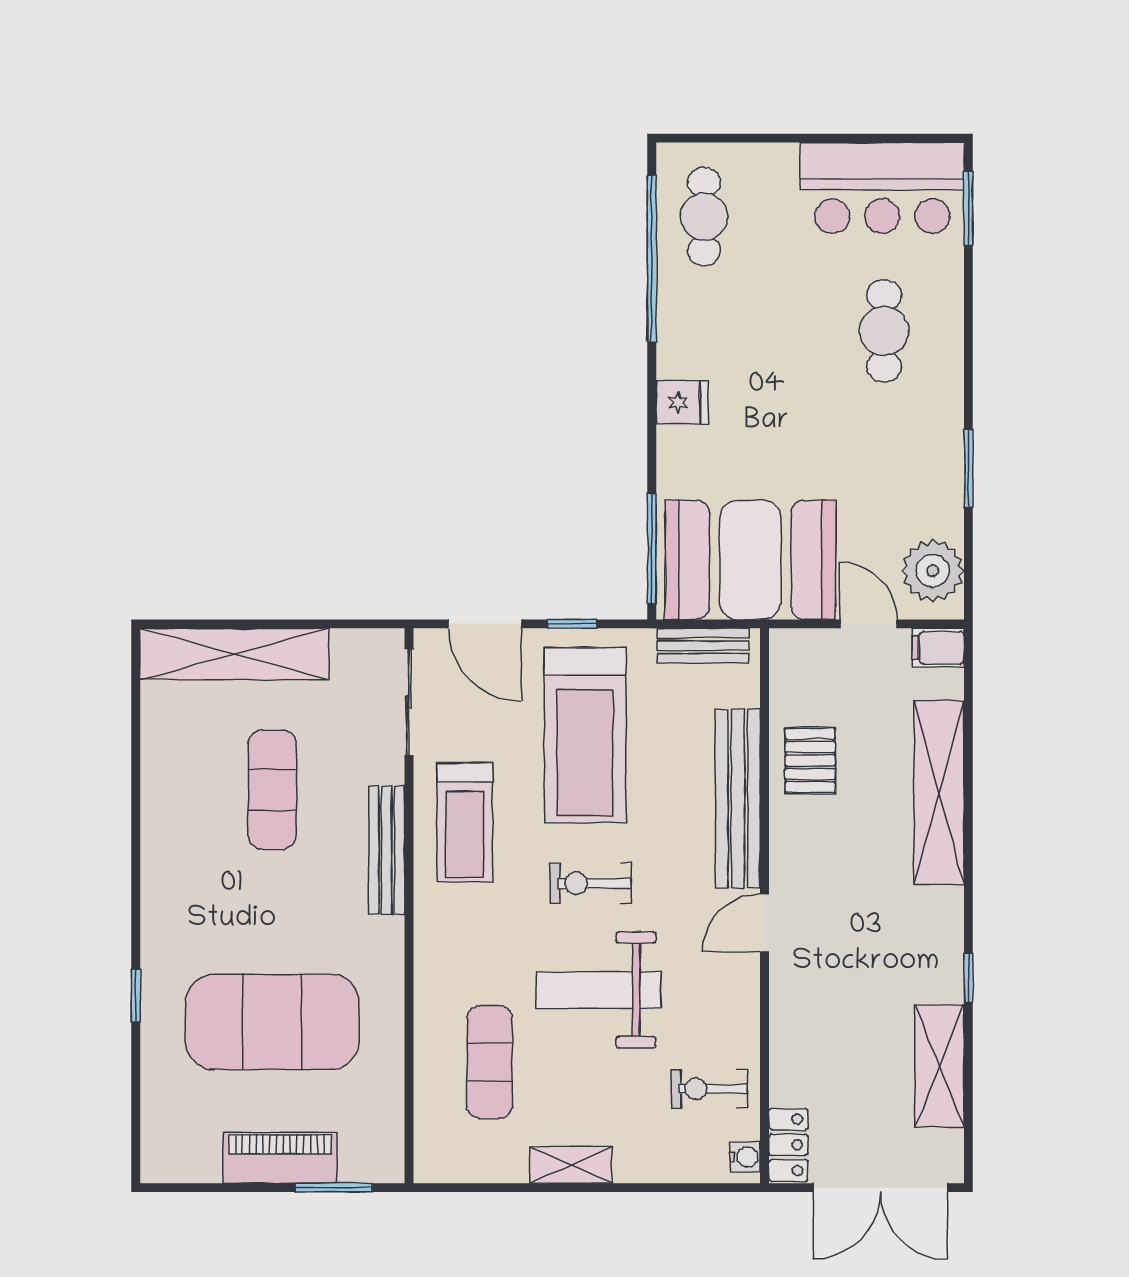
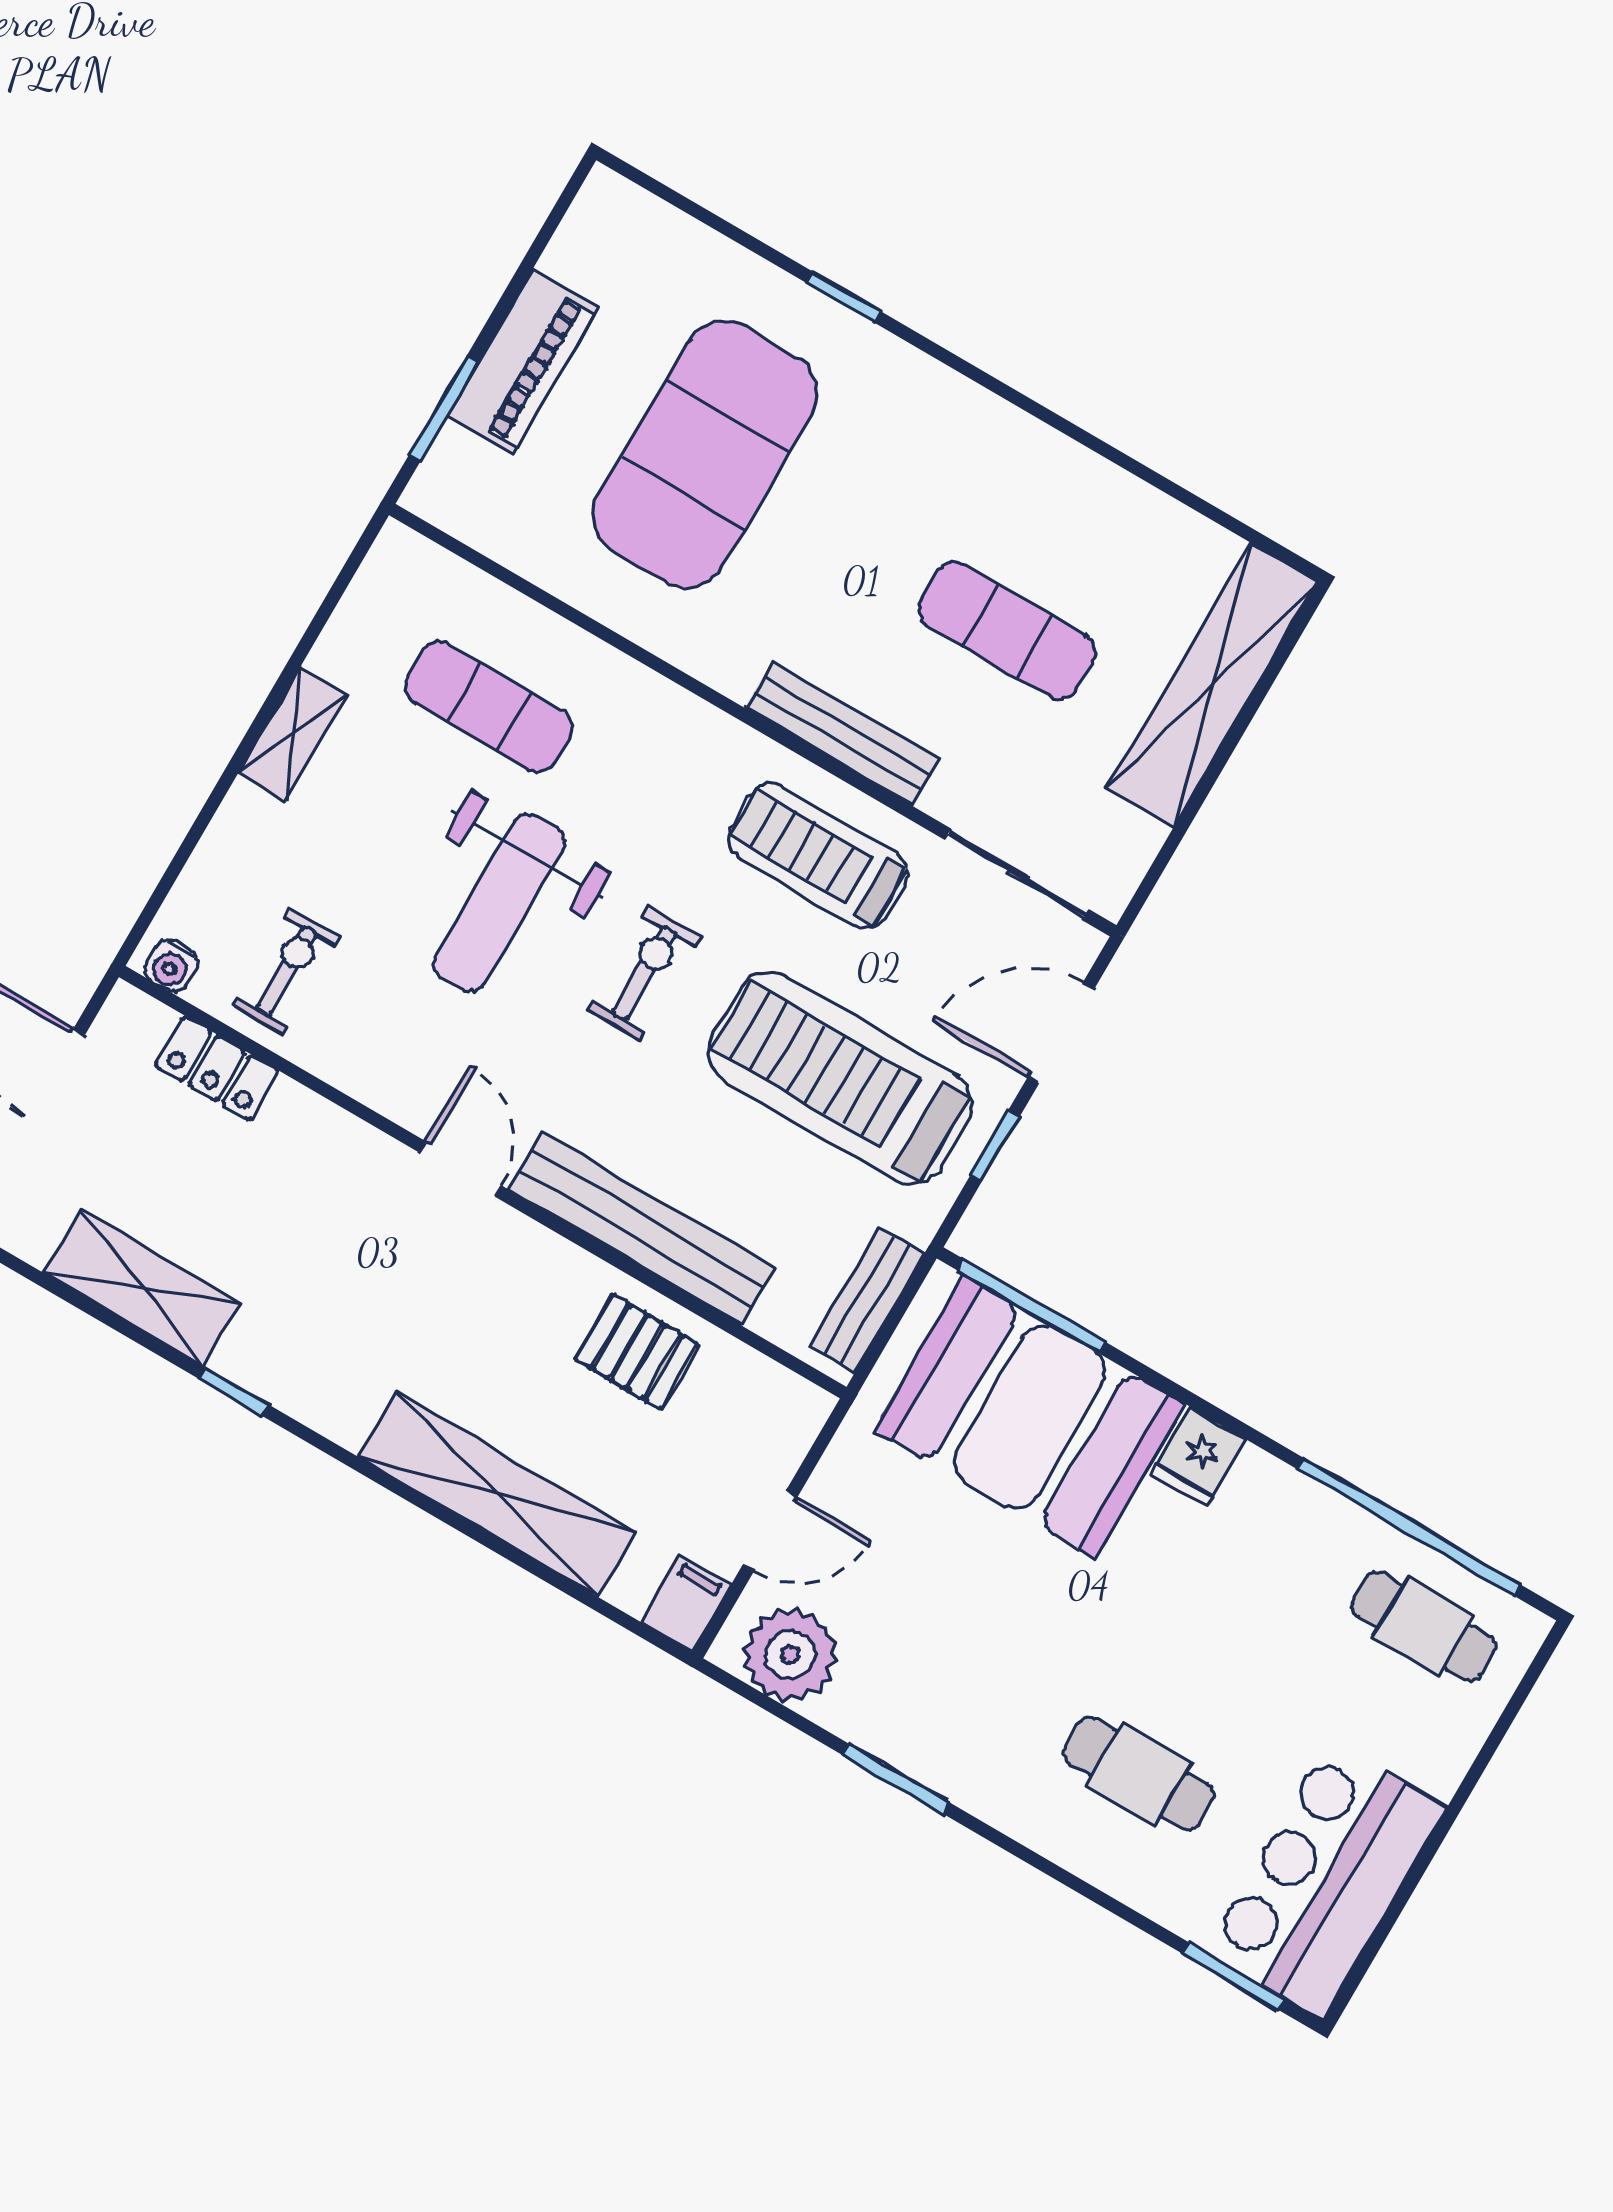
booth: (750, 560) -> (1030, 1417), moved, turned 90
weight bench: (599, 990) -> (499, 903), turned 180
locker: (788, 1145) -> (217, 1068), moved

